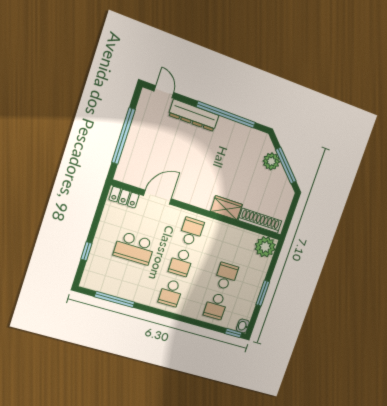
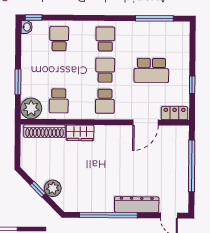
window: (286, 165) -> (38, 189), width x0.46
school desk: (134, 248) -> (151, 70), turned 180
window: (86, 251) -> (192, 85), moved
school desk: (226, 276) -> (59, 101), moved
window: (263, 293) -> (18, 82), moved

